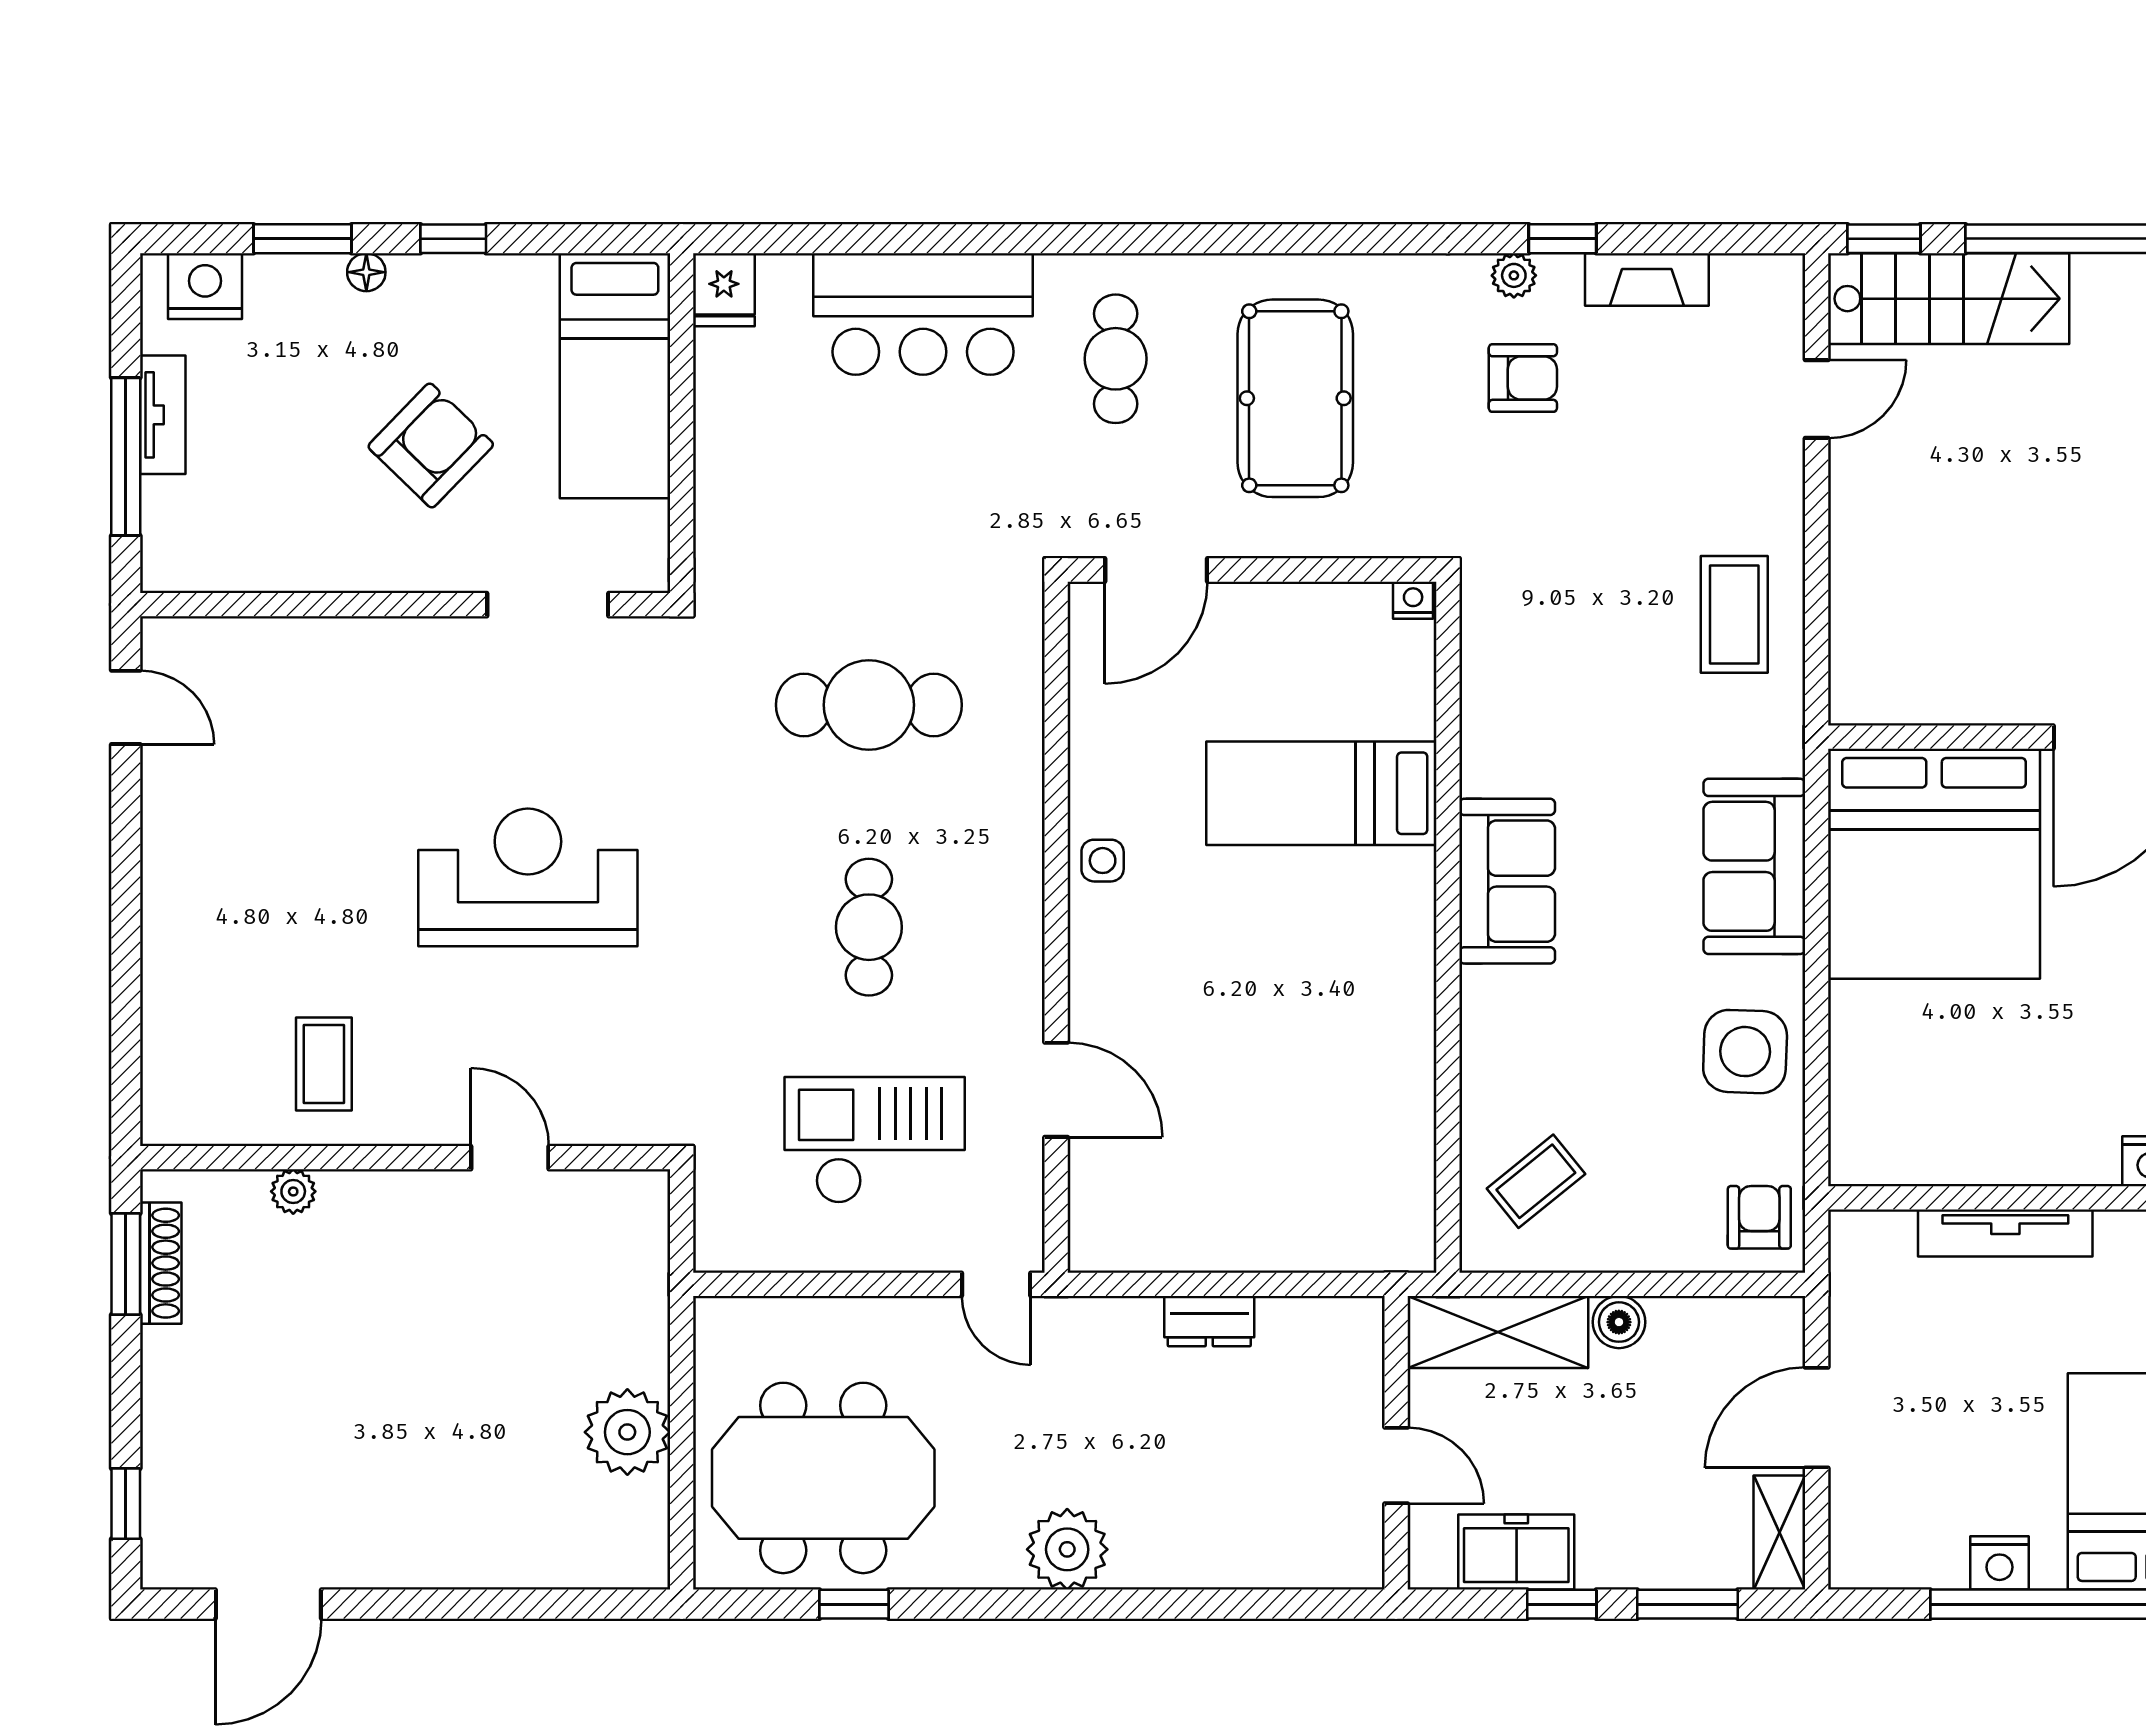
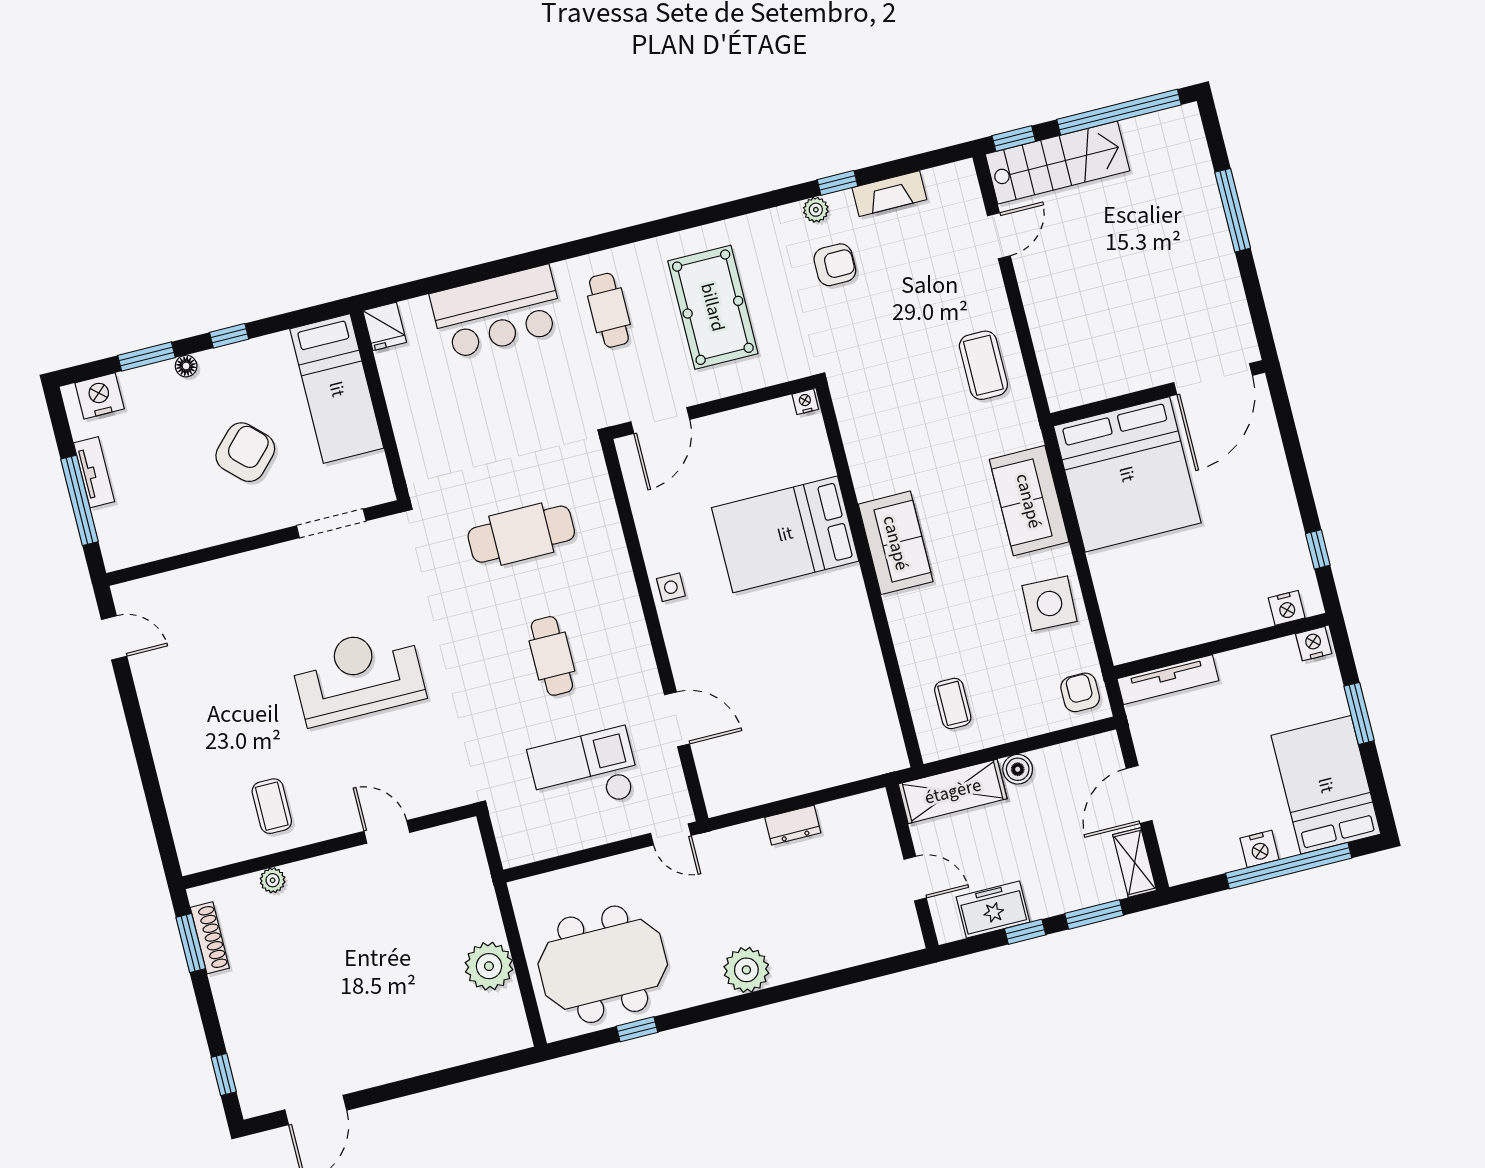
bed: (1321, 793) -> (785, 534), width x1.50
coffee table: (1536, 1181) -> (953, 703), turned -51
tv unit: (2005, 1233) -> (1168, 680), moved

